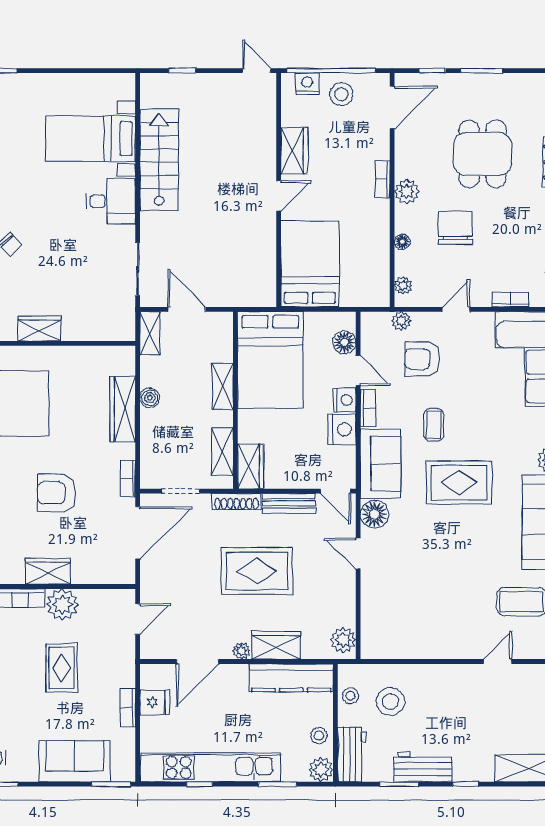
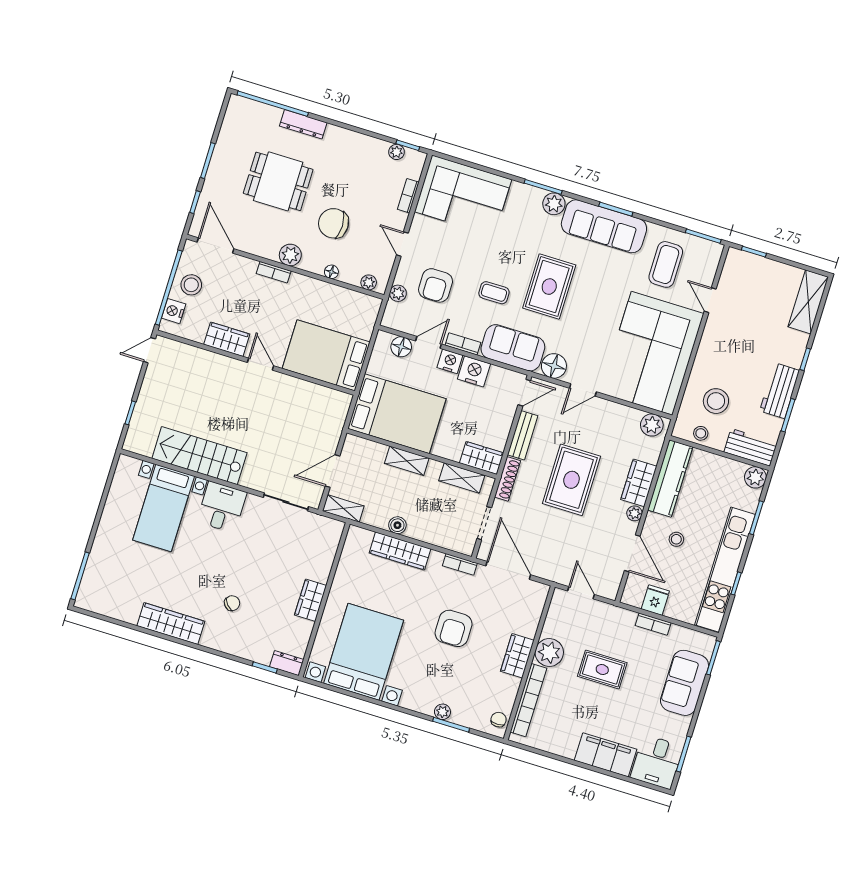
corner sofa: (421, 616) -> (652, 353), added
stool: (319, 736) -> (676, 539), moved

